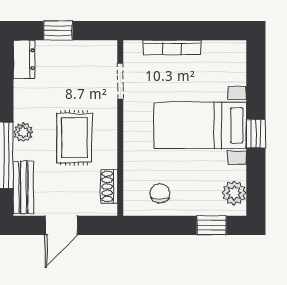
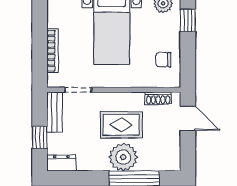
plant: (23, 132) -> (123, 157), width x1.87, depth x1.87
bench: (23, 187) -> (55, 112), moved, turned 90
door: (61, 225) -> (188, 118), moved

